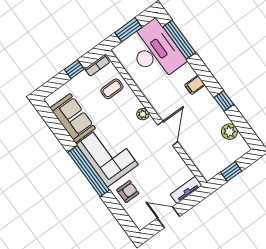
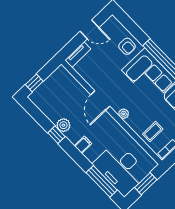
plant: (229, 132) -> (63, 125), moved
window: (231, 172) -> (34, 83), moved
armchair: (128, 192) -> (127, 46), turned -90

